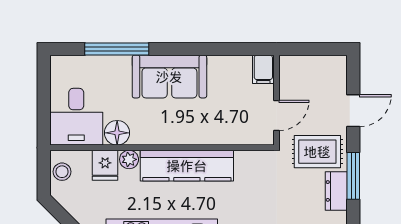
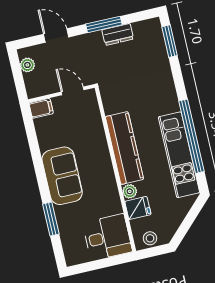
window: (117, 49) -> (51, 219), width x0.69
plant: (324, 65) -> (27, 65), added
floor lamp: (117, 133) -> (112, 205), removed
rug: (317, 152) -> (92, 55), removed

